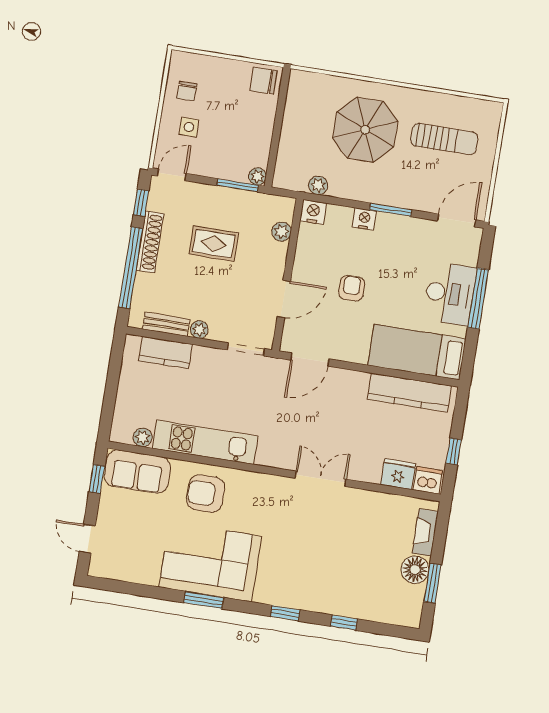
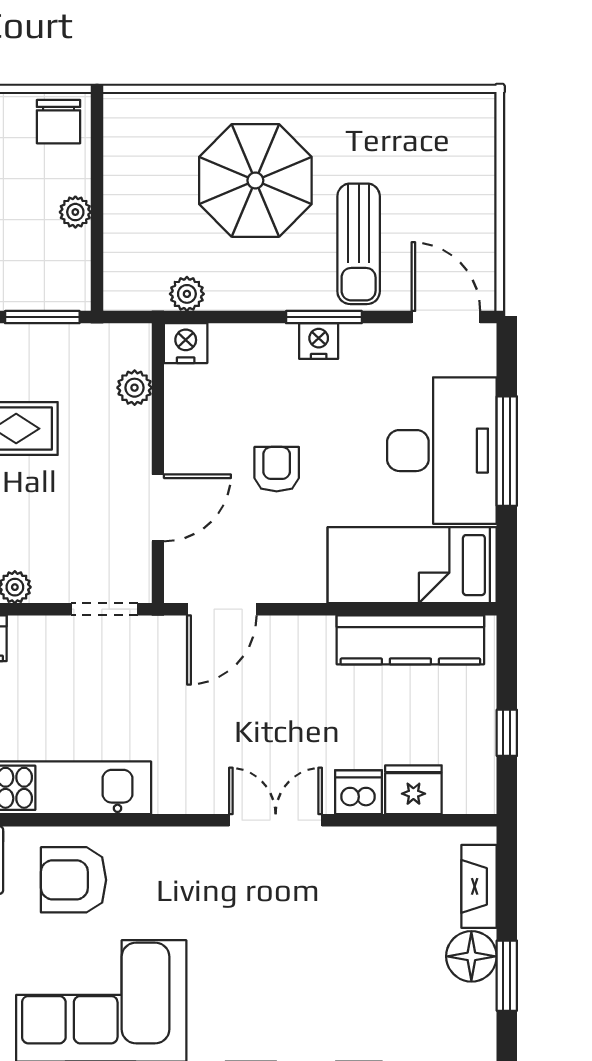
chair: (263, 81) -> (59, 122), turned -90
sun lounger: (444, 139) -> (359, 244), moved, turned 90
plant: (257, 176) -> (75, 212), moved
nightstand: (364, 219) -> (319, 341), moved
door: (457, 220) -> (446, 317), hinge flipped
desk: (450, 294) -> (442, 451), width x1.36, depth x1.30
dishwasher: (428, 480) -> (358, 792), moved

